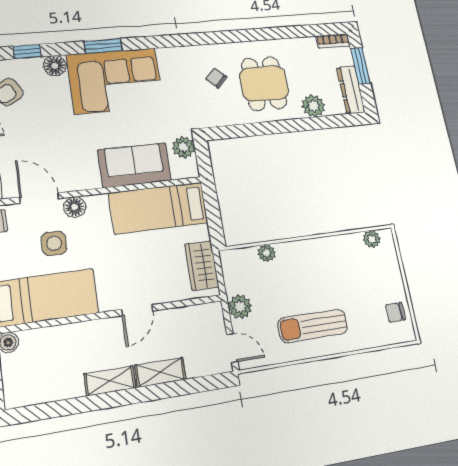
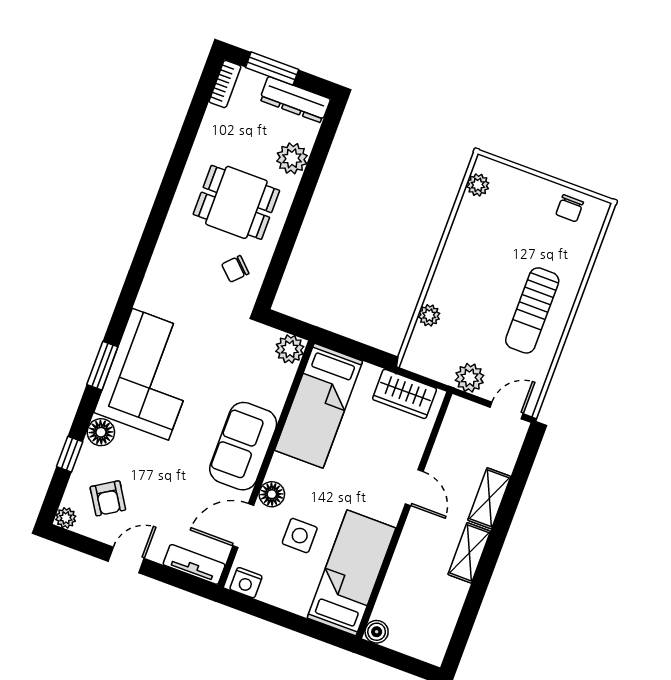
chair: (216, 78) -> (235, 269), moved
plant: (184, 147) -> (290, 349), moved
sofa: (134, 165) -> (243, 446), moved

